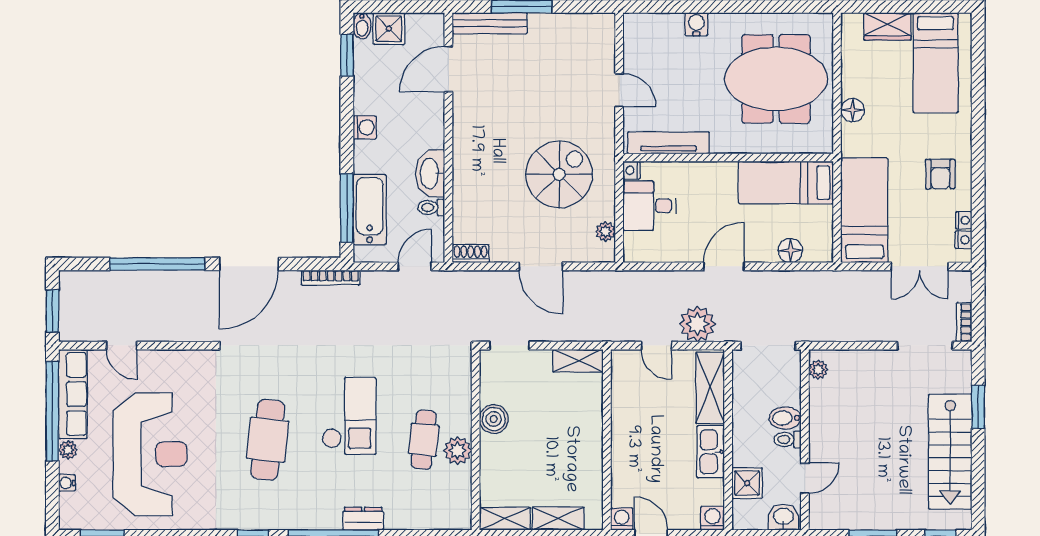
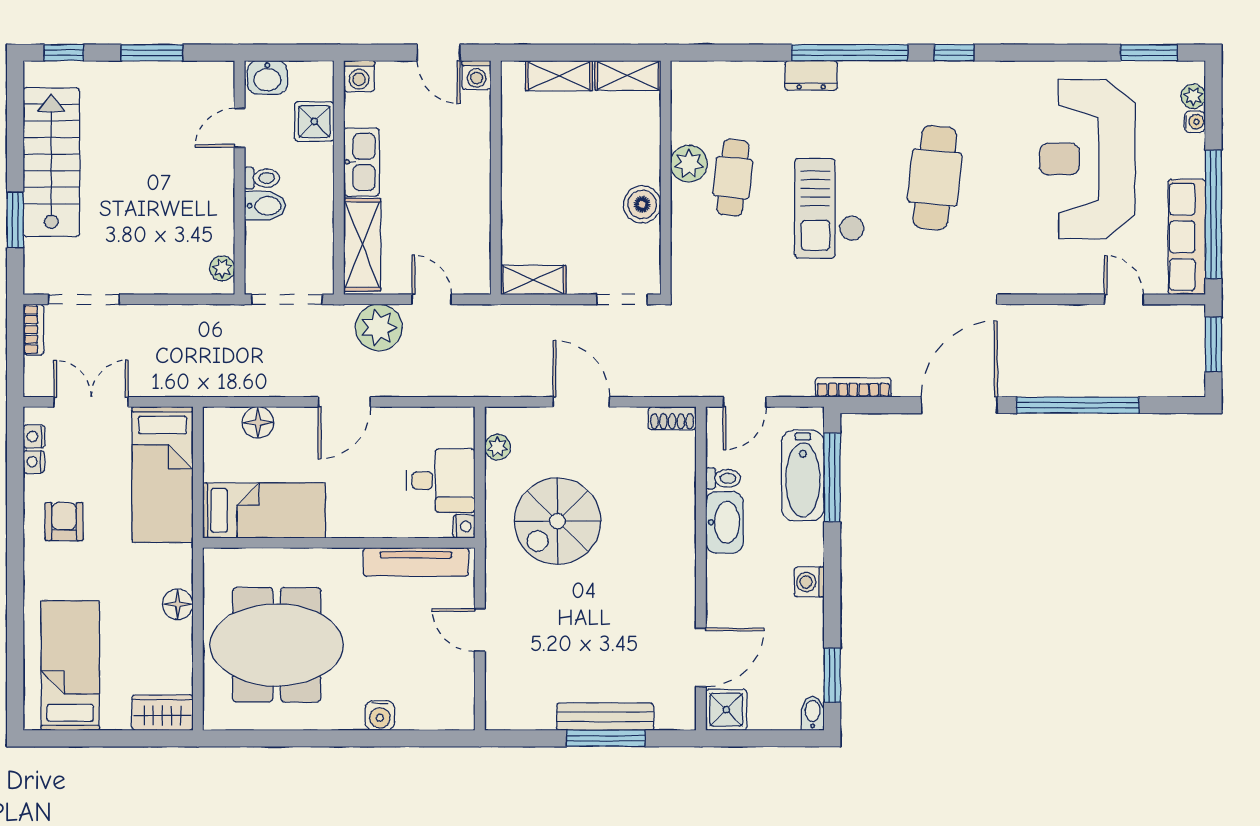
bench: (490, 23) -> (605, 717), moved
wardrobe: (887, 26) -> (162, 713), moved
shower: (389, 29) -> (726, 710), moved
plant: (68, 450) -> (1193, 96), moved

